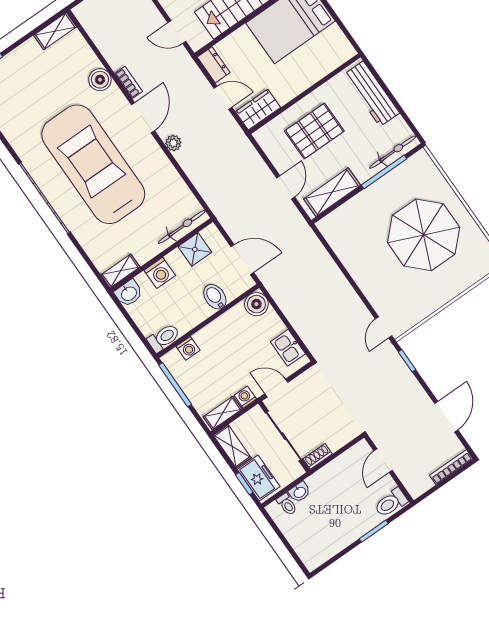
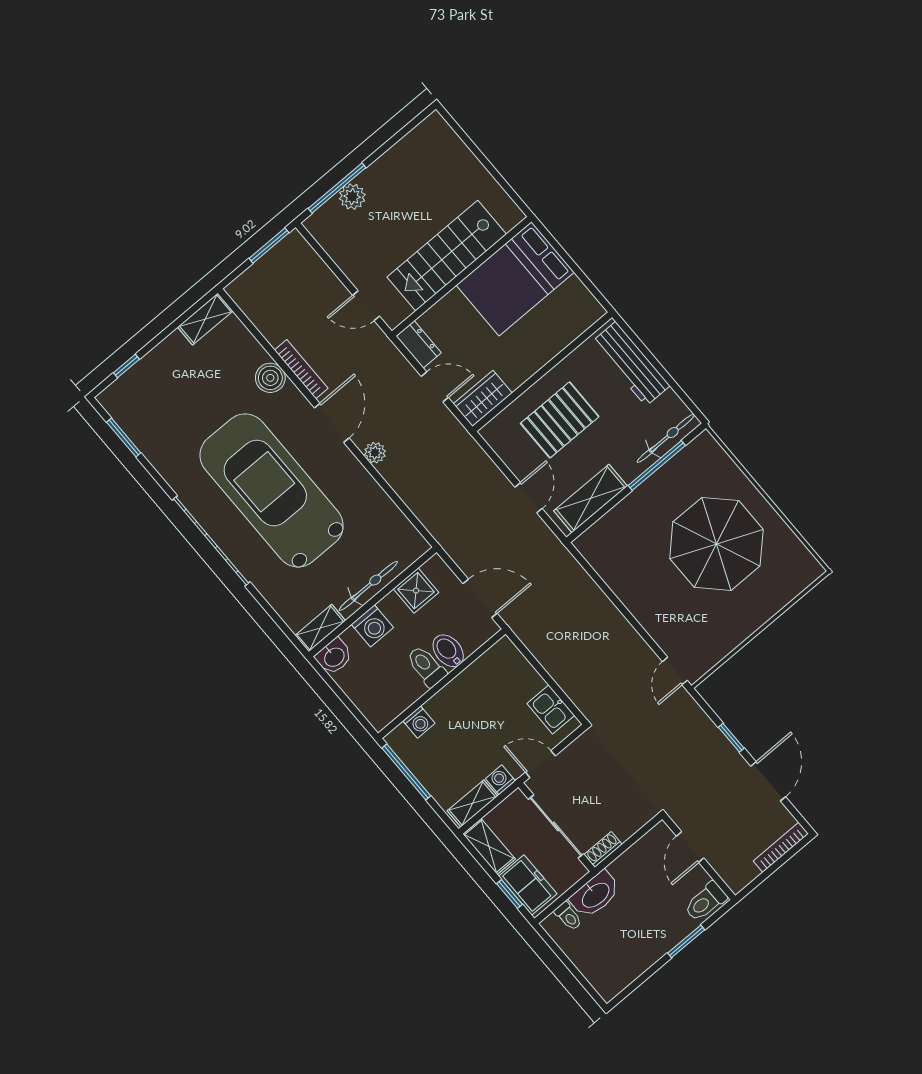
bookcase: (129, 82) -> (301, 369), width x1.56
bicycle: (182, 227) -> (368, 586), moved
boiler: (256, 304) -> (504, 656), removed
toilet: (164, 338) -> (426, 666), moved, turned -90
window: (407, 361) -> (731, 738), moved
washbasin: (299, 492) -> (595, 895), width x1.91, depth x1.45

